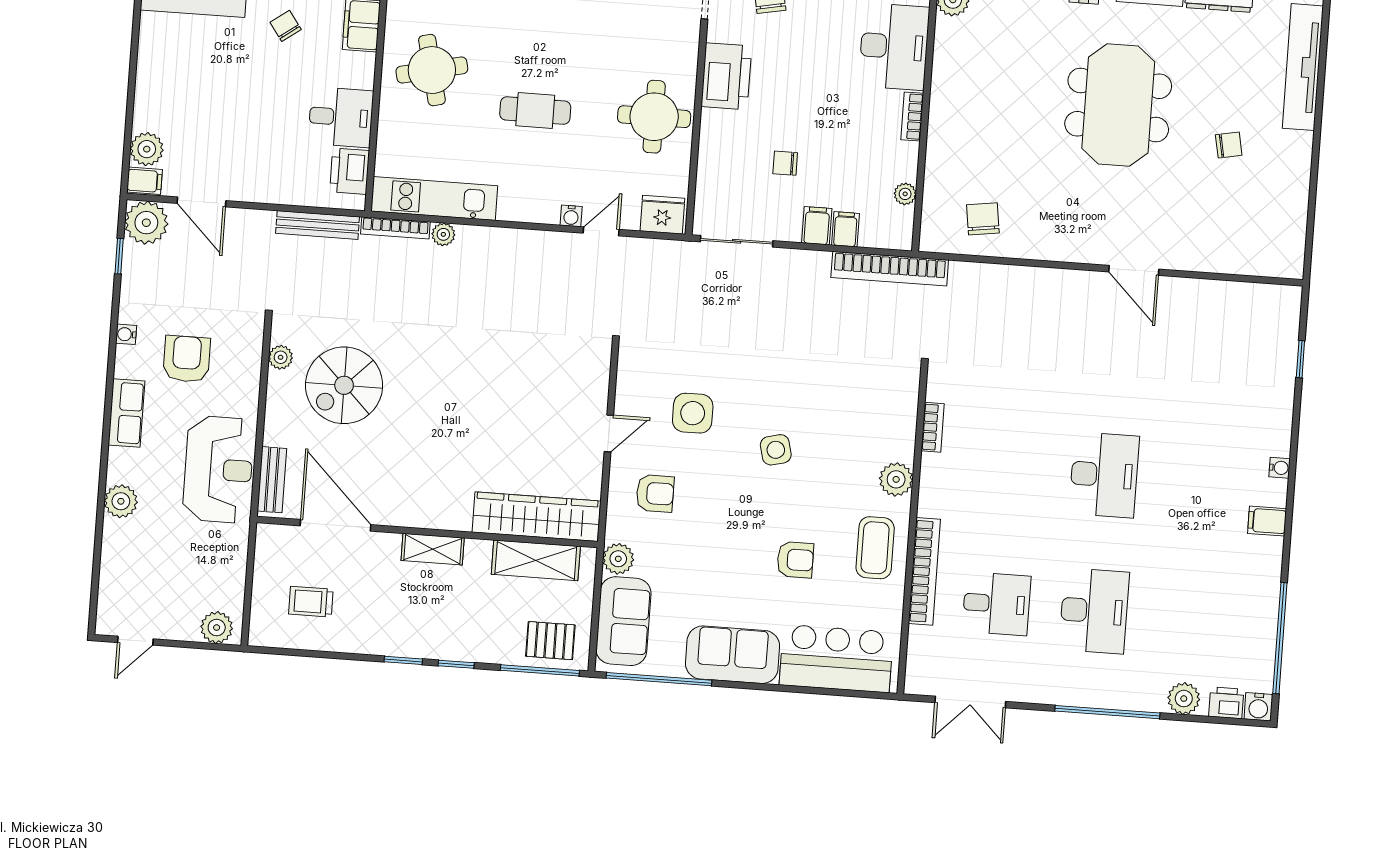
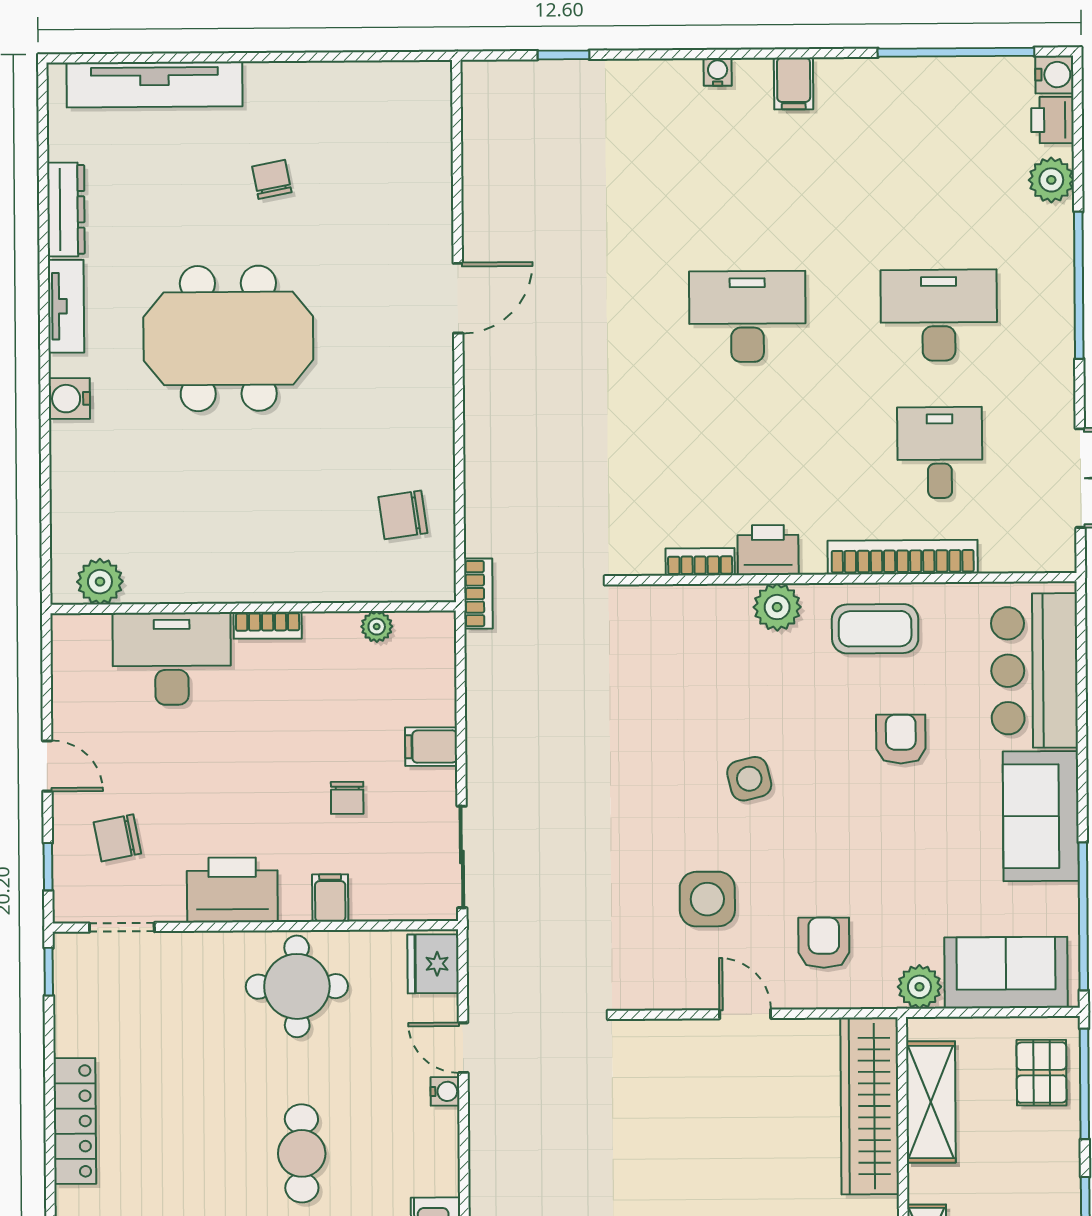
filing cabinet: (845, 229) -> (330, 898), moved, turned 90
bookcase: (890, 269) -> (478, 594), width x0.43, depth x0.76
printer: (937, 476) -> (768, 550), added

